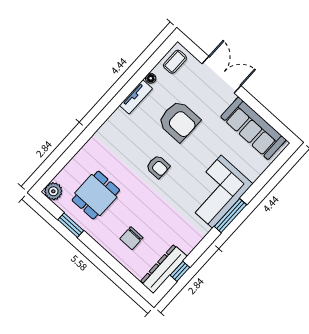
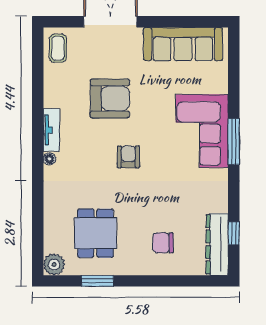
floor lamp: (151, 78) -> (49, 159), moved
tv unit: (136, 97) -> (51, 130), moved
armchair: (158, 167) -> (128, 157), turned -90
chair: (131, 238) -> (163, 243), turned 90

